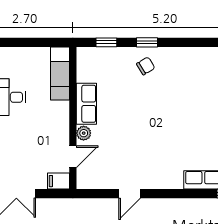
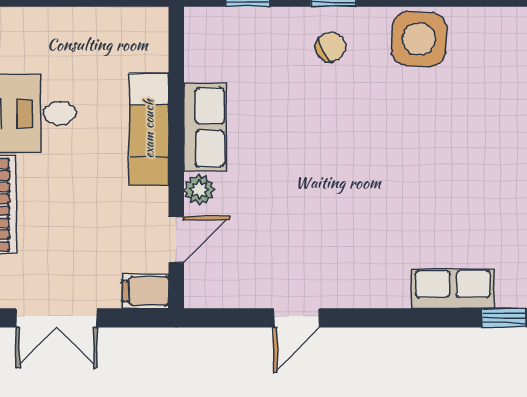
side table: (187, 62) -> (419, 39), added
exam couch: (60, 73) -> (149, 129), moved

